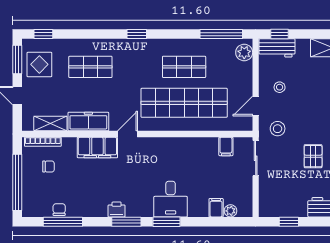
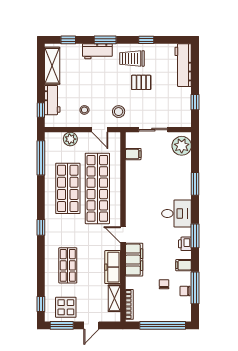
workbench: (277, 48) -> (52, 100), moved
plant: (244, 53) -> (70, 139), moved
shop shelf: (184, 67) -> (68, 188), width x1.43, depth x1.36
sliding door: (256, 158) -> (153, 130), moved
chair: (48, 167) -> (164, 284), moved
desk: (171, 199) -> (176, 214), moved
filing cabinet: (216, 208) -> (184, 265), moved
plant: (230, 211) -> (182, 146), width x1.88, depth x1.88
window: (166, 222) -> (195, 184), moved

